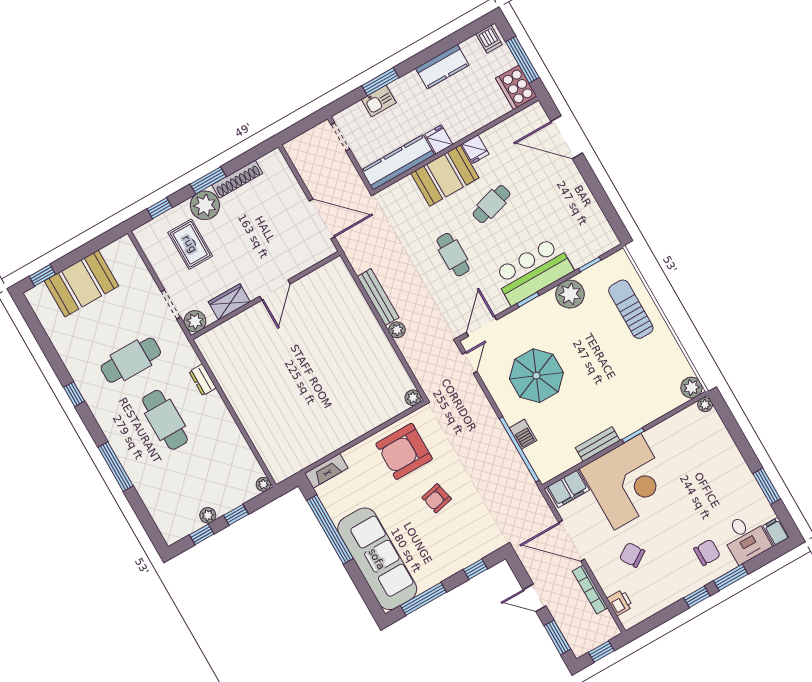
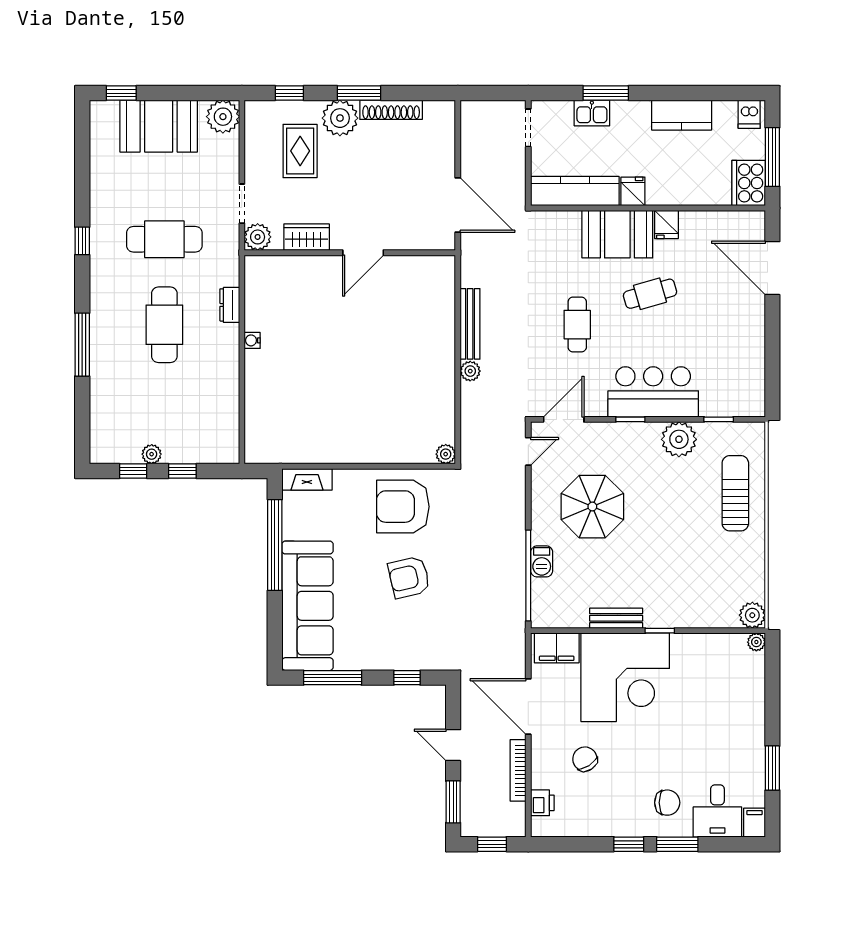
water cooler: (233, 396) -> (252, 340), added
plant: (263, 484) -> (223, 117), moved, width x1.88, depth x1.88
armchair: (437, 498) -> (409, 577), width x1.38, depth x1.38

